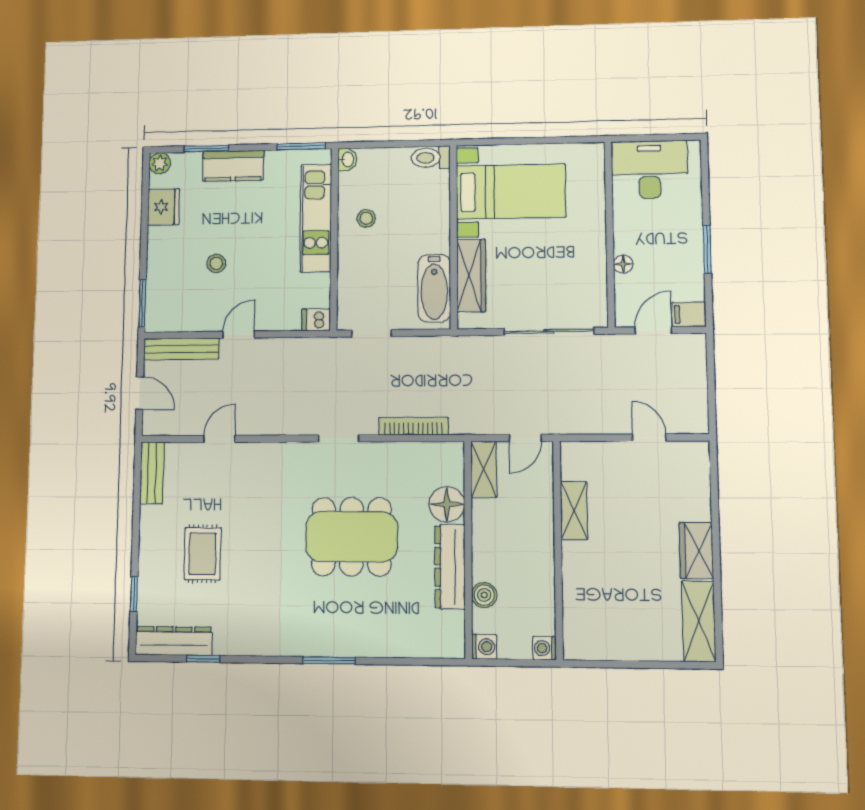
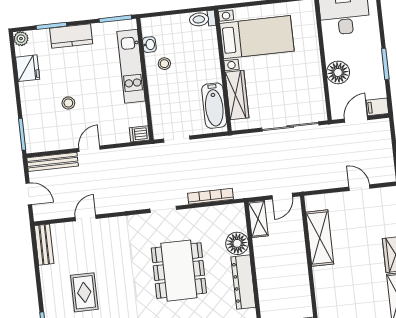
washbasin: (347, 160) -> (149, 45), moved
floor lamp: (623, 264) -> (338, 72), width x1.89, depth x1.89
shelving: (574, 510) -> (320, 238), width x1.50, depth x1.33
dining table: (351, 537) -> (179, 271), turned 90
boiler: (484, 595) -> (266, 297), removed

